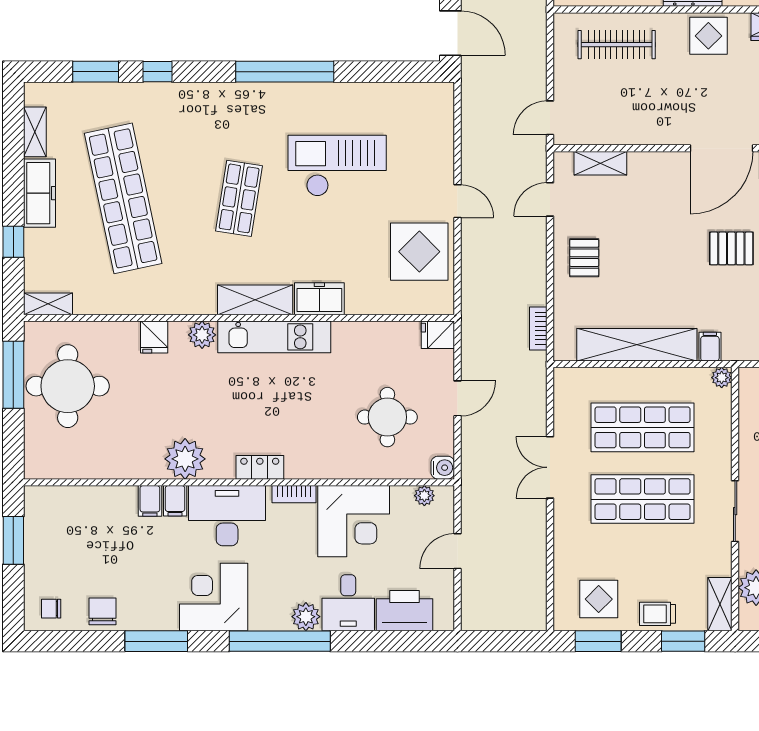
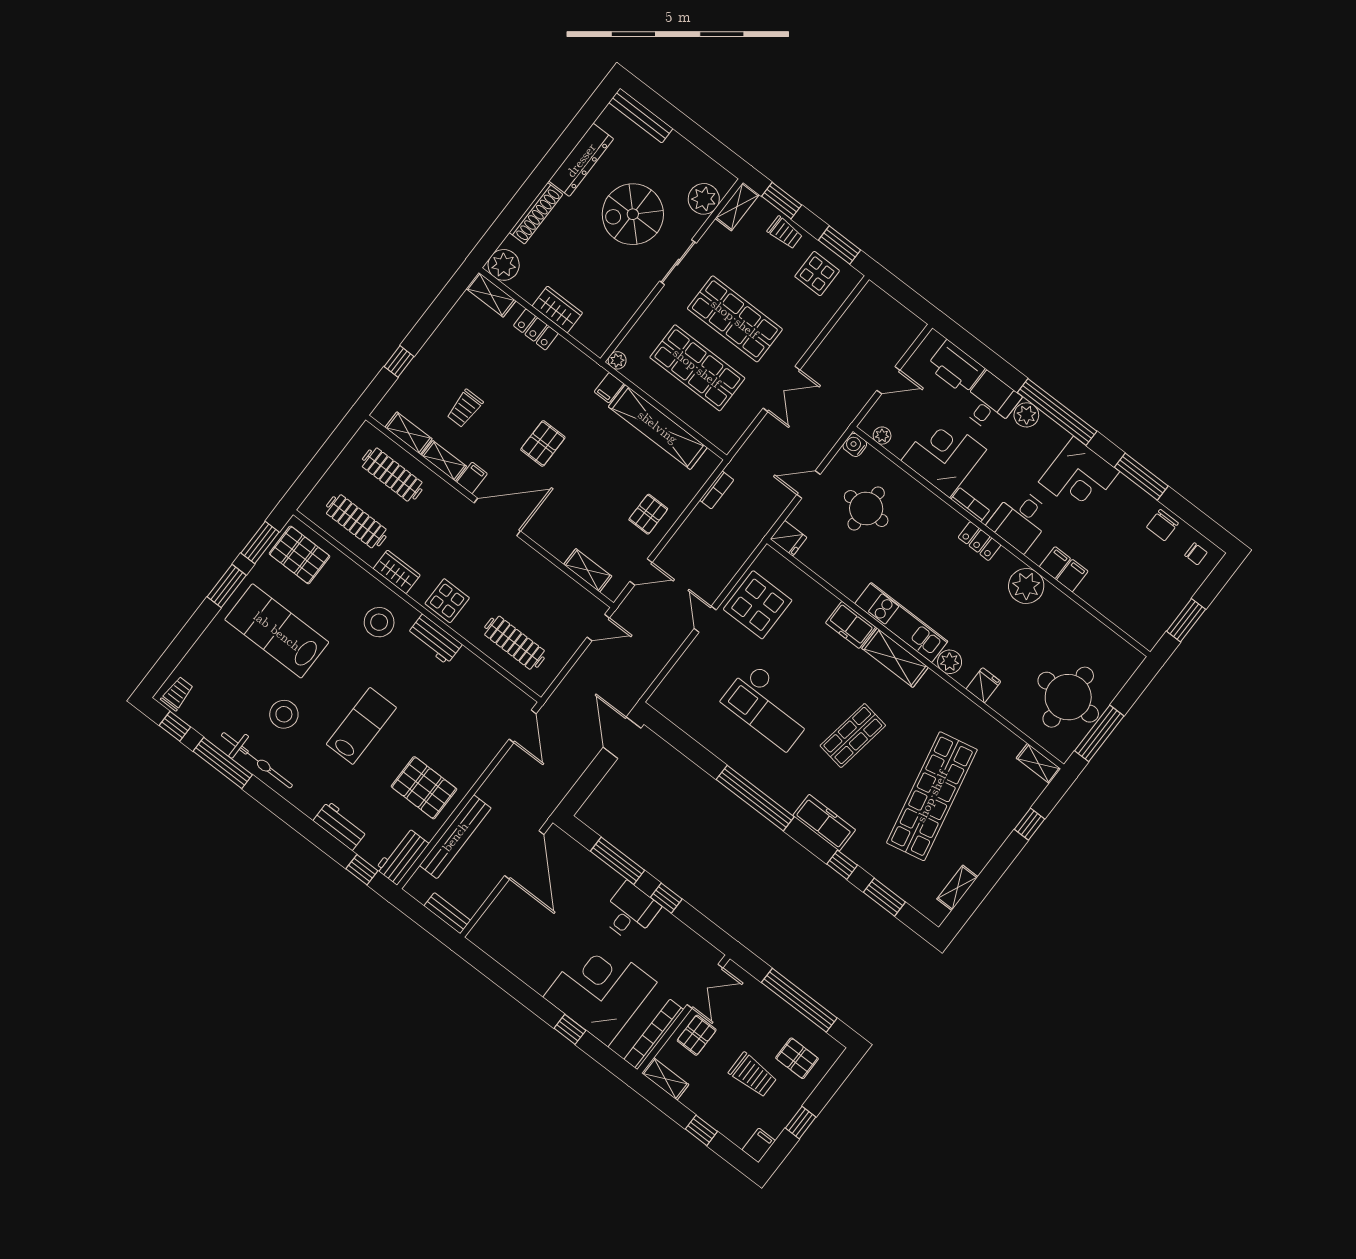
freezer: (40, 193) -> (824, 823), moved, turned 90
pallet: (731, 248) -> (543, 443), turned 90
desk: (227, 516) -> (1020, 520), width x0.73

